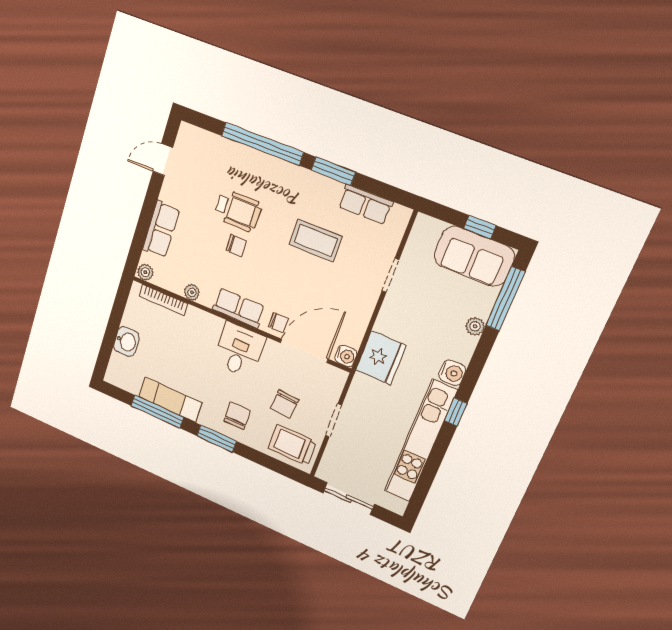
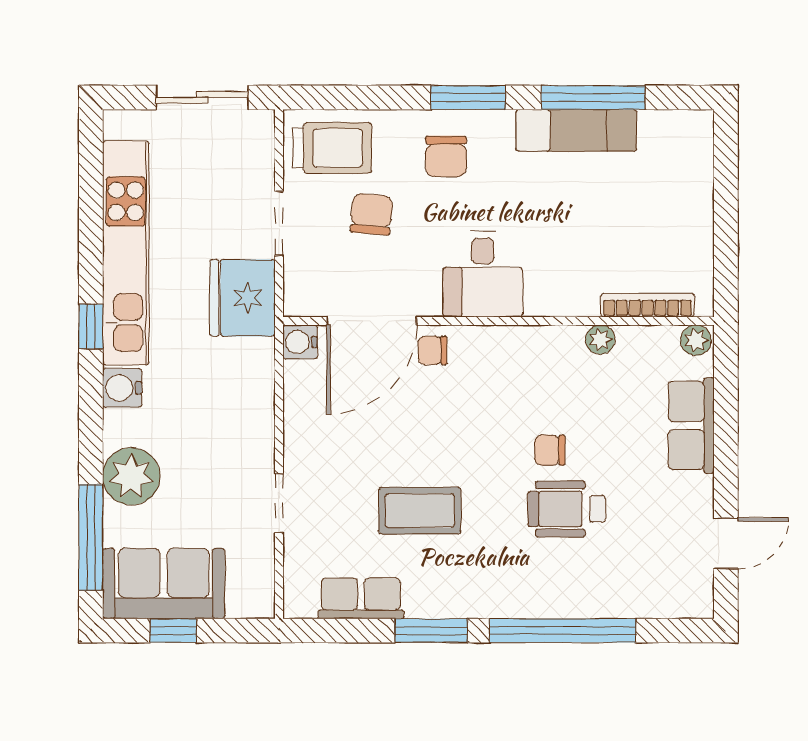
row of seats: (239, 308) -> (509, 347), removed
plant: (475, 326) -> (131, 476), width x1.88, depth x1.88
washbasin: (126, 341) -> (692, 201), removed
fridge: (381, 358) -> (242, 298), moved

